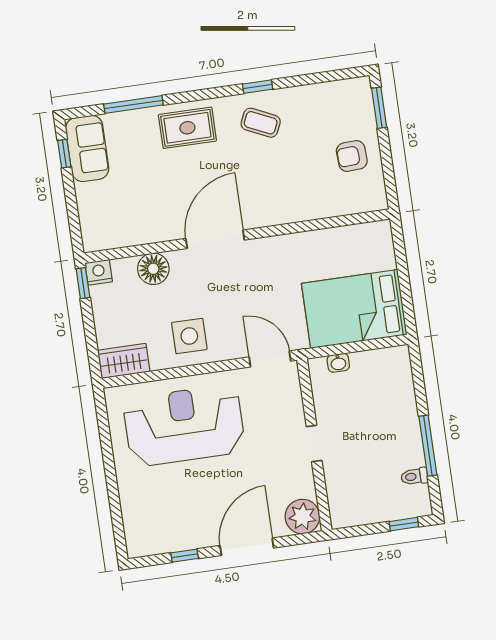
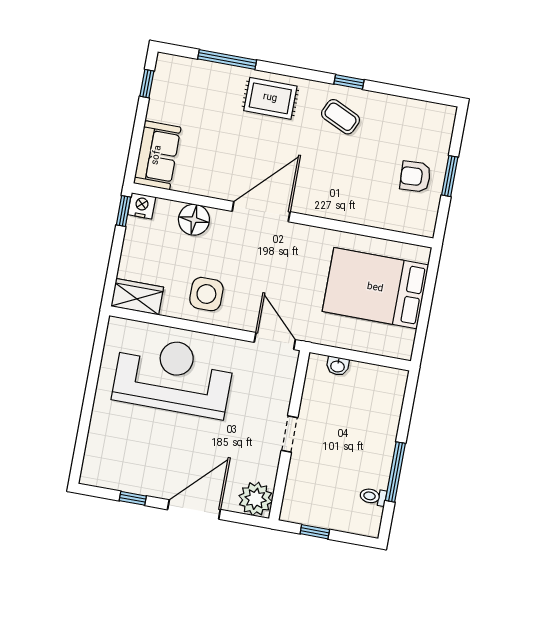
window: (379, 108) -> (450, 176), moved
sofa: (87, 148) -> (157, 155), moved
bed: (354, 309) -> (375, 288), moved
window: (404, 524) -> (315, 532), moved

